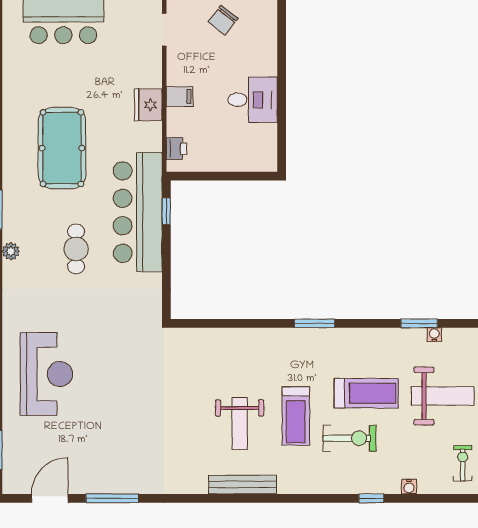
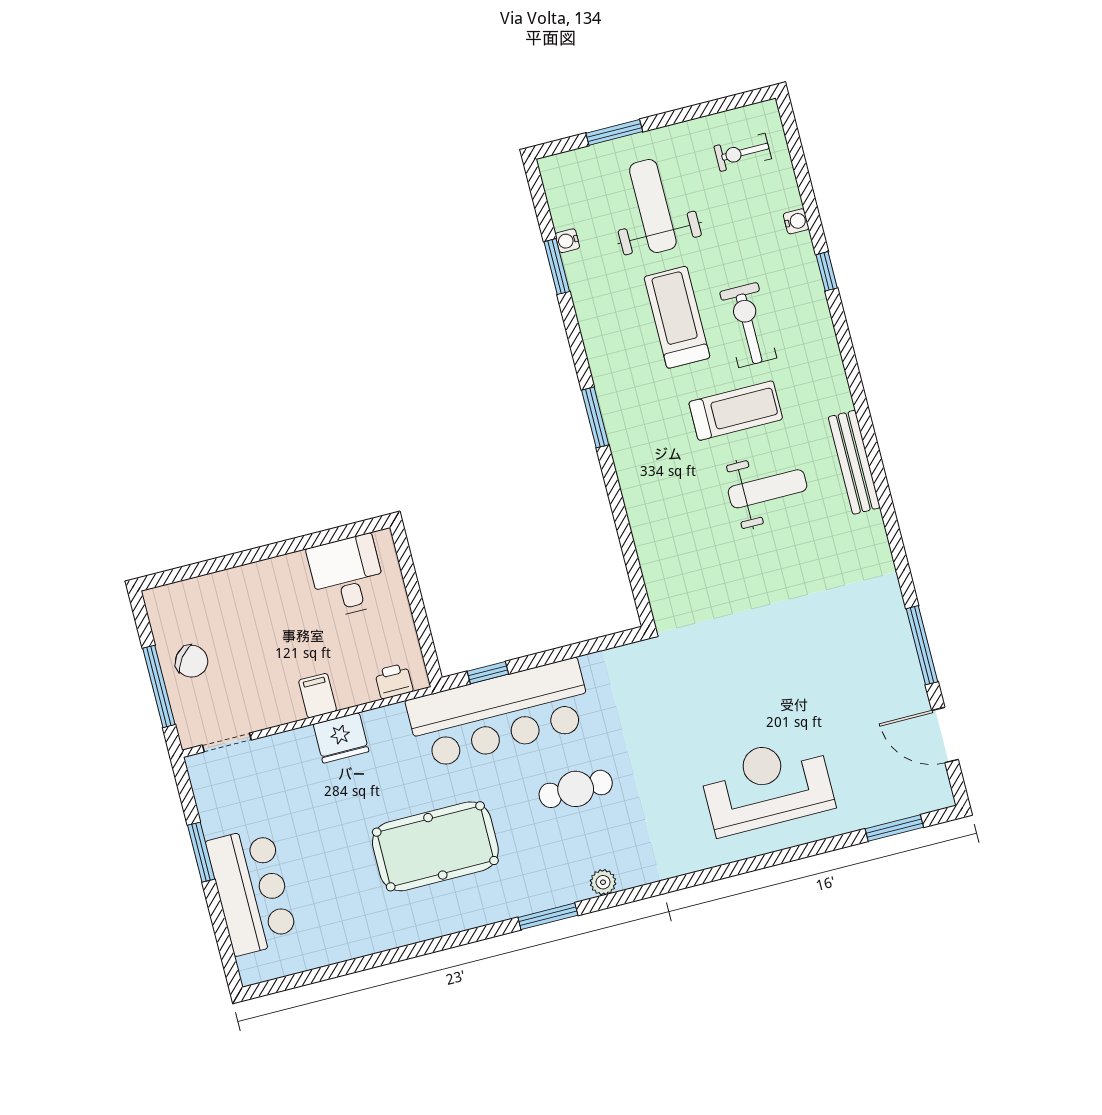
desk: (253, 100) -> (347, 576), moved

